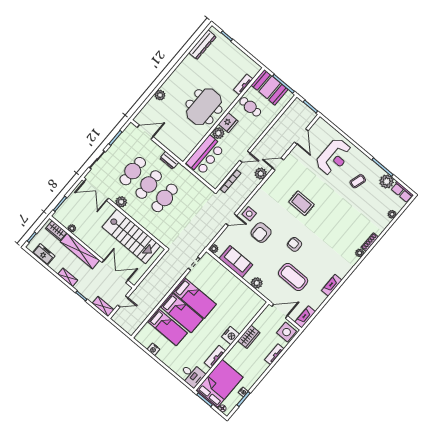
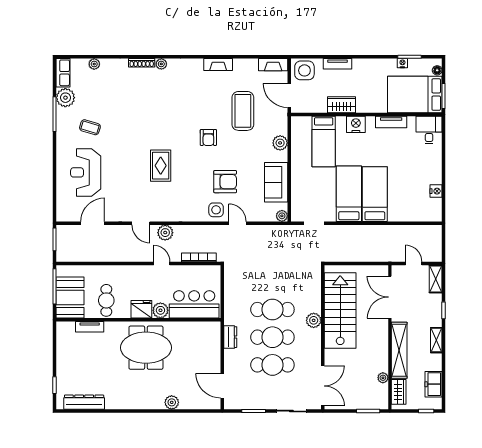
reception desk: (334, 157) -> (86, 172), turned -90
plant: (121, 202) -> (314, 320), moved
bed: (167, 327) -> (324, 141), moved, turned 180

